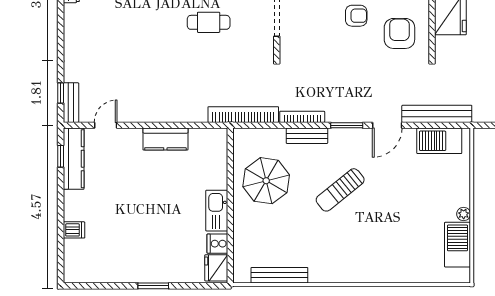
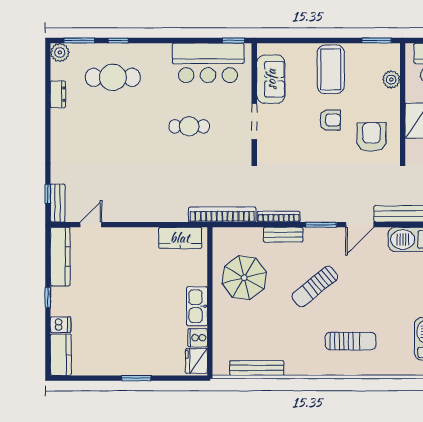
kitchen counter: (165, 139) -> (180, 238), moved
window: (61, 156) -> (48, 297), moved
sun lounger: (378, 247) -> (351, 341), added
kitchen counter: (74, 261) -> (61, 355), added

